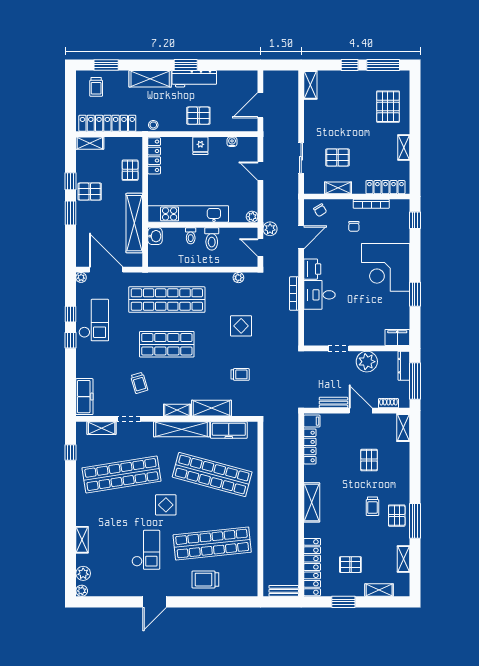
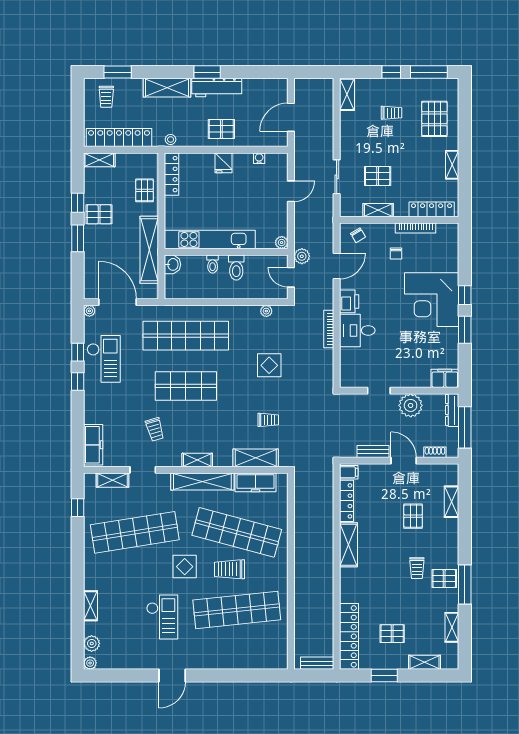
trolley: (350, 101) -> (392, 113), added
door: (260, 171) -> (291, 191), swing flipped
window: (415, 220) -> (465, 295), moved
shelving: (211, 408) -> (256, 458), moved
shelving: (403, 428) -> (451, 502), moved
shelving: (312, 502) -> (349, 545), moved
pallet: (397, 516) -> (444, 579), turned 90
trolley: (205, 580) -> (229, 569), moved

